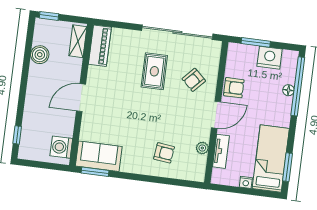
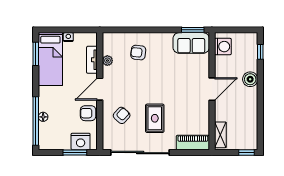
piano: (100, 46) -> (193, 143), moved, turned 90
boiler: (40, 55) -> (250, 79), moved
nightstand: (270, 58) -> (81, 141), moved

